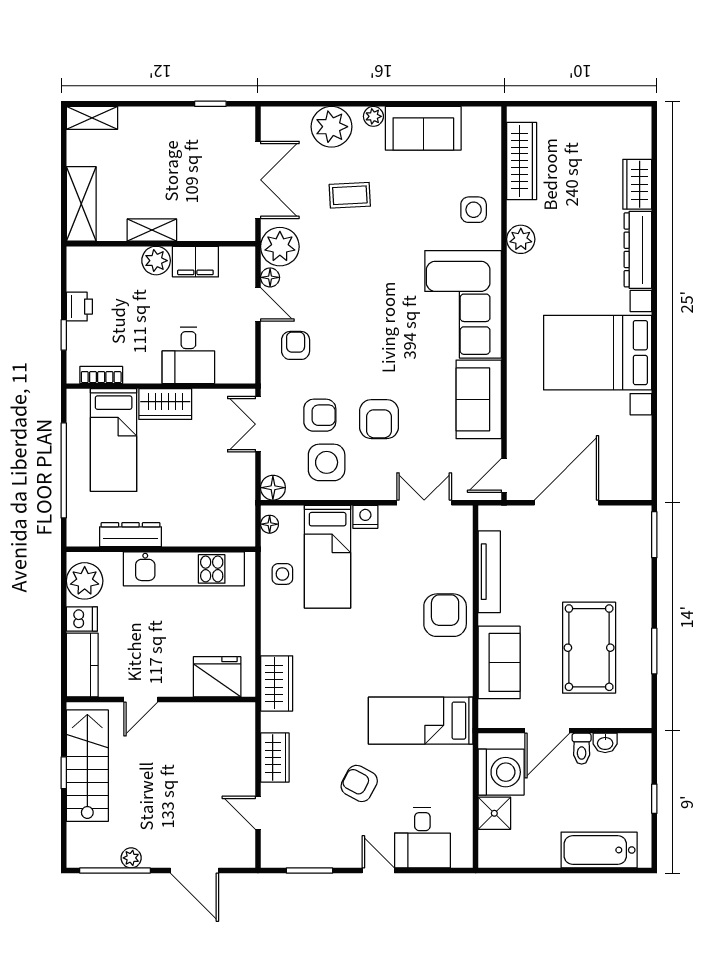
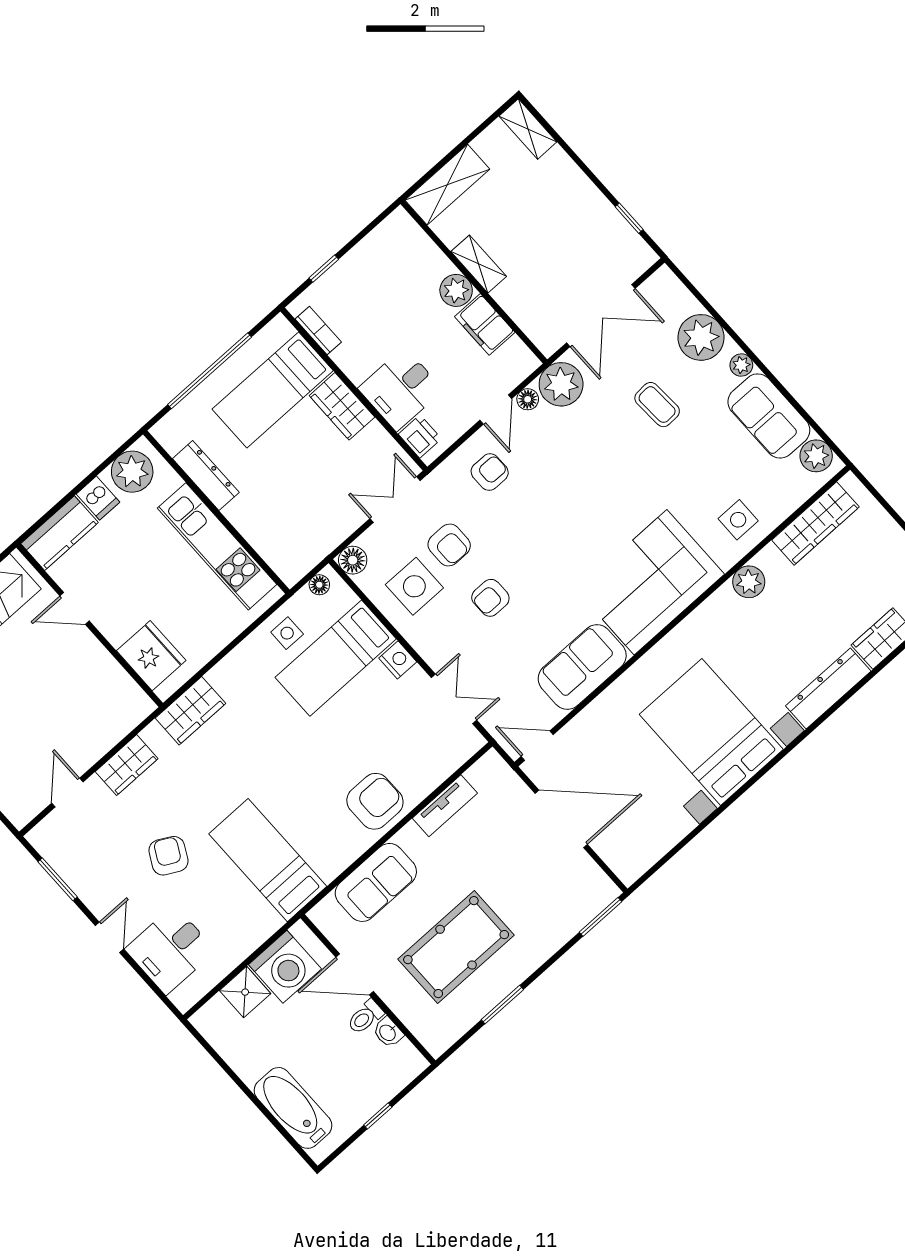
plant: (477, 121) -> (816, 456), added
printer: (79, 307) -> (420, 436), moved, turned -90
armchair: (379, 419) -> (490, 598), width x0.72, depth x0.72
tv unit: (489, 572) -> (445, 806), width x0.71

